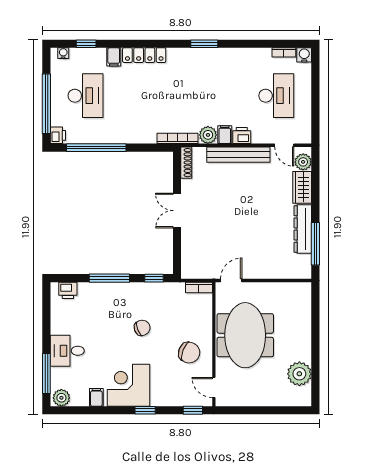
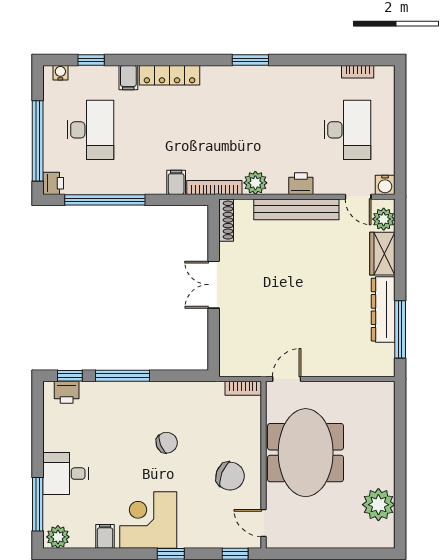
water cooler: (304, 55) -> (385, 185), moved, turned 180
filing cabinet: (225, 135) -> (176, 182), moved
window: (154, 278) -> (70, 376), moved

